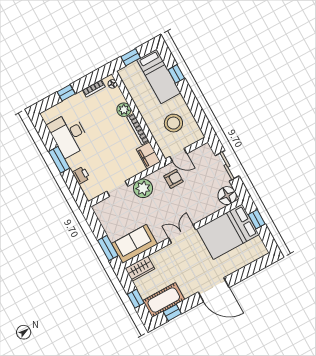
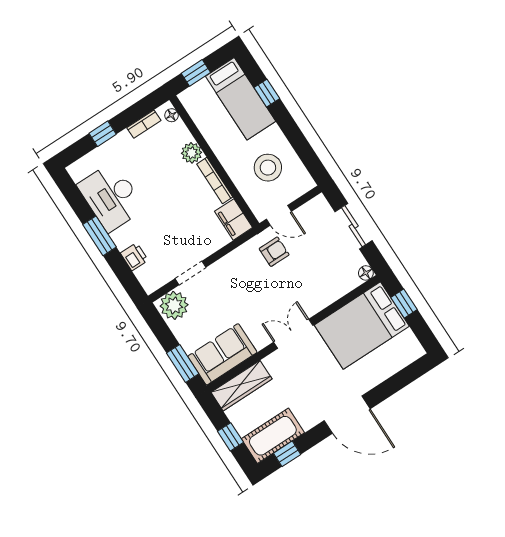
plant: (143, 188) -> (174, 305), moved
floor lamp: (227, 196) -> (366, 273), width x0.53, depth x0.53
wardrobe: (140, 269) -> (242, 386), width x1.50

